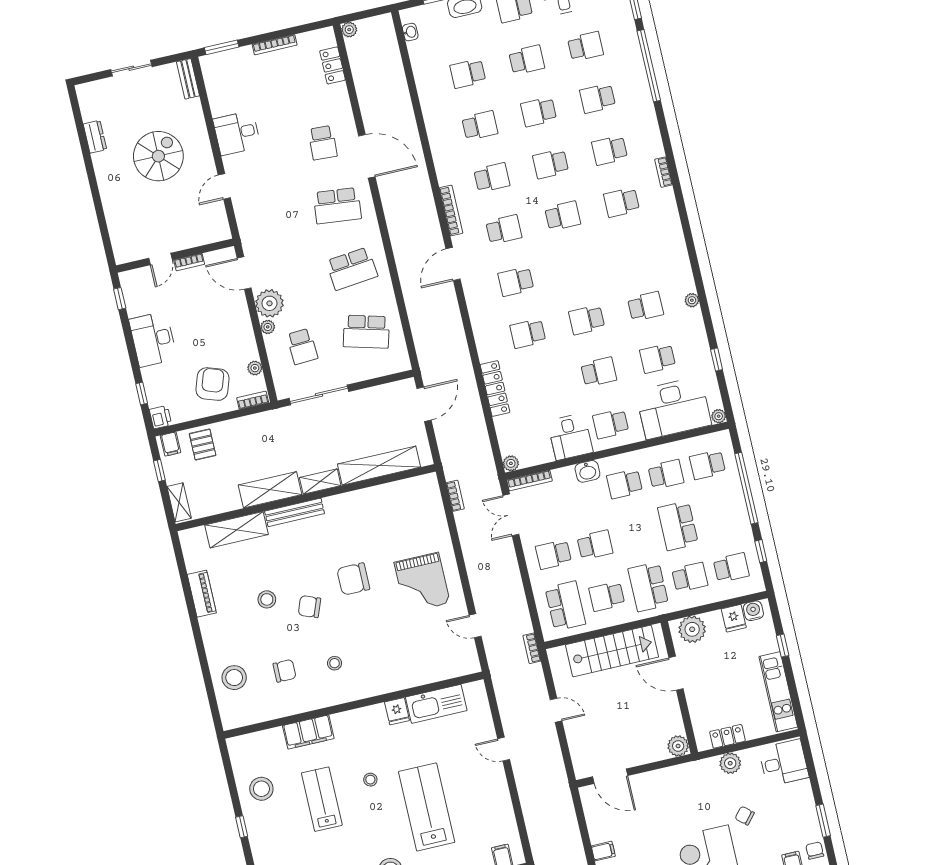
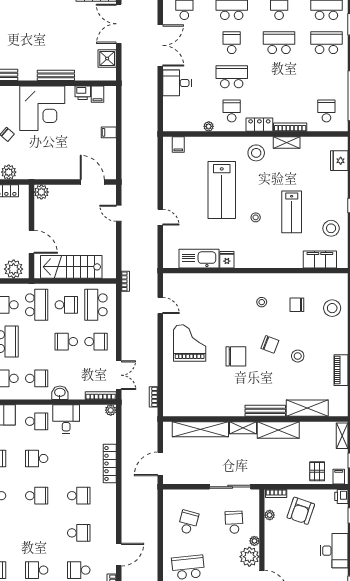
school desk: (366, 332) -> (188, 522), width x0.54
door: (556, 710) -> (119, 213), moved
filing cabinet: (308, 732) -> (320, 259), moved

